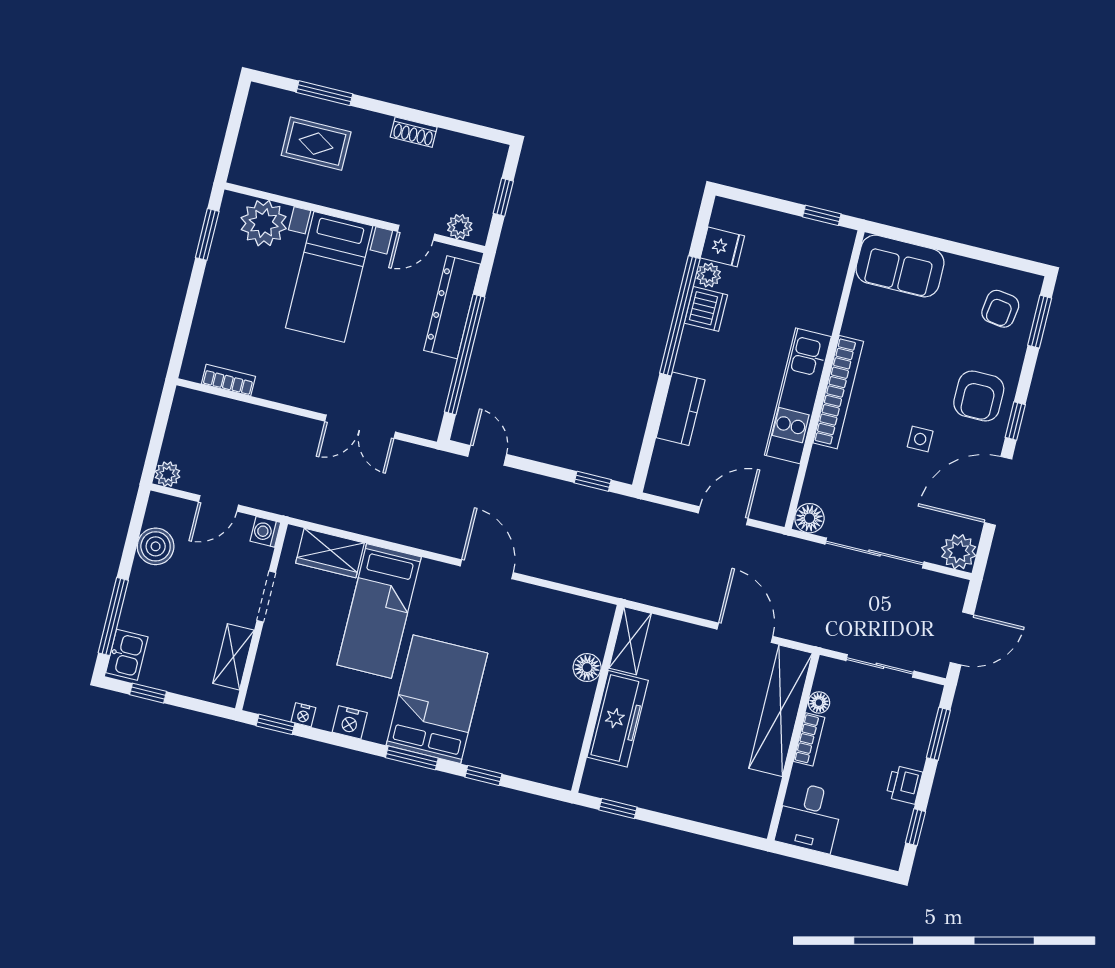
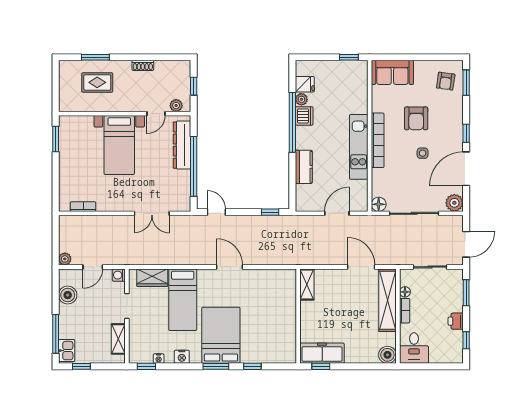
plant: (264, 223) -> (81, 127), removed
armchair: (979, 396) -> (416, 118), moved
floor lamp: (587, 668) -> (289, 302), removed
freezer: (618, 719) -> (322, 353), moved, turned -90
boiler: (754, 818) -> (387, 355), added

